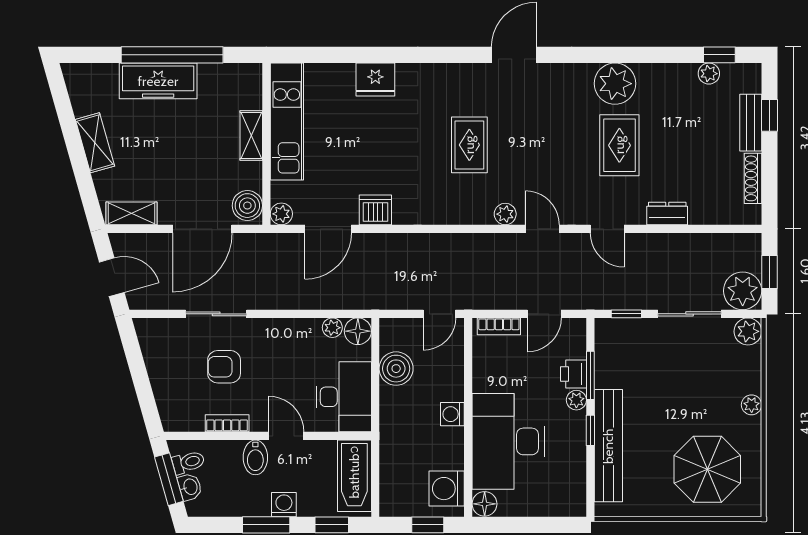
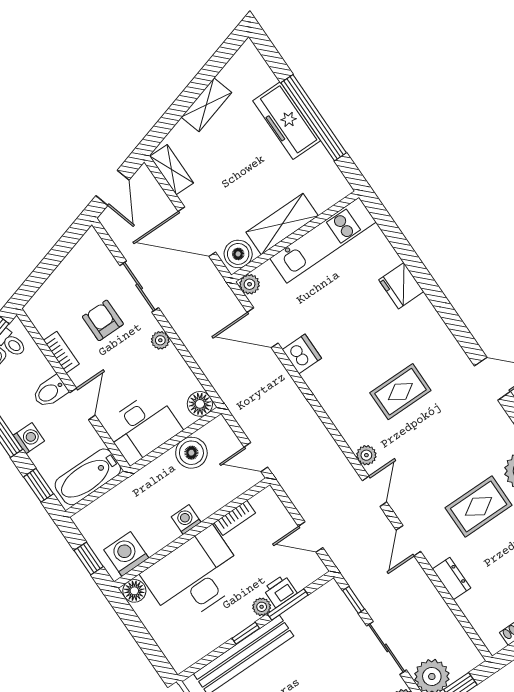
shelving: (251, 136) -> (282, 224), width x1.50, depth x1.33
bookcase: (499, 326) -> (235, 518), moved, turned -90
plant: (332, 328) -> (160, 340), moved

